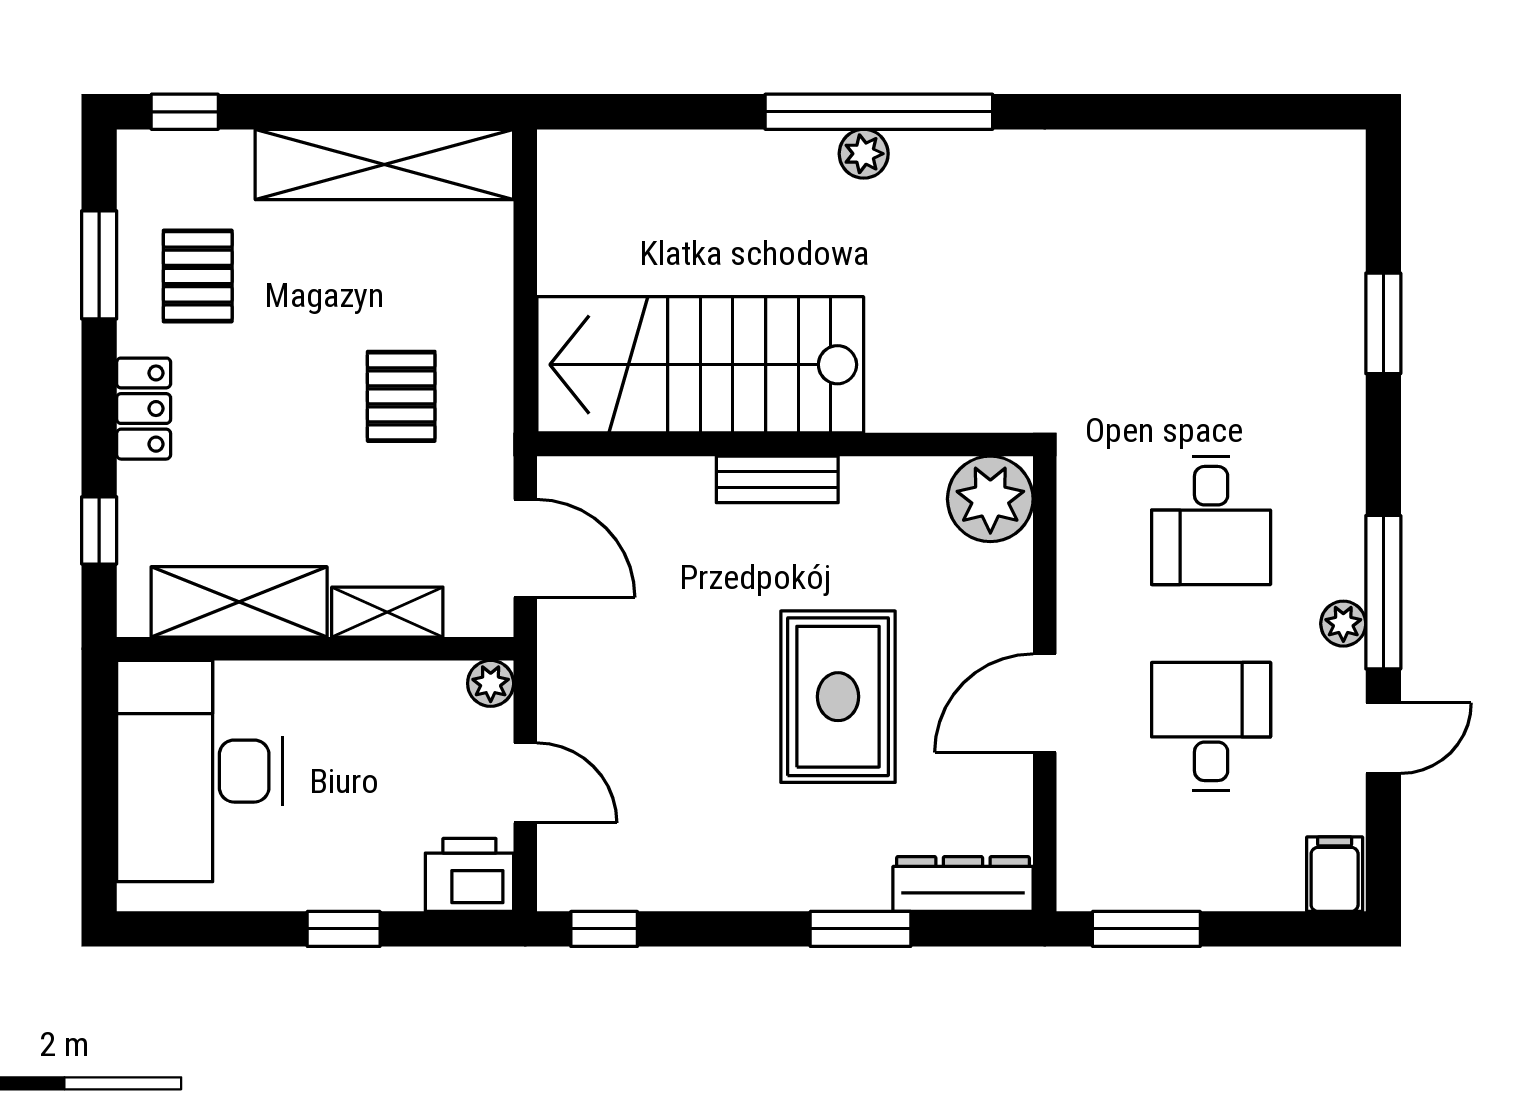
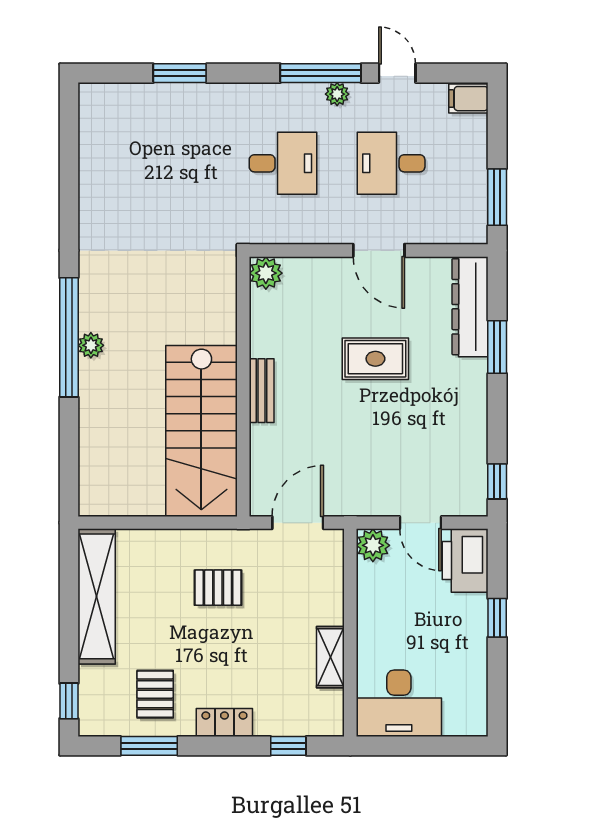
pallet: (198, 276) -> (155, 694), turned 90
plant: (990, 499) -> (266, 273), width x0.73, depth x0.73
shelving: (239, 602) -> (330, 657), width x0.67, depth x0.75
shelving: (387, 612) -> (331, 595), removed
plant: (491, 683) -> (373, 545), width x1.38, depth x1.38
rug: (838, 697) -> (375, 359), width x0.73, depth x0.70
desk: (199, 771) -> (399, 703), width x0.73, depth x0.77
door: (525, 783) -> (421, 523), swing flipped
printer: (469, 875) -> (465, 561), width x1.37, depth x1.19
dresser: (963, 884) -> (470, 307), width x1.37, depth x1.24

